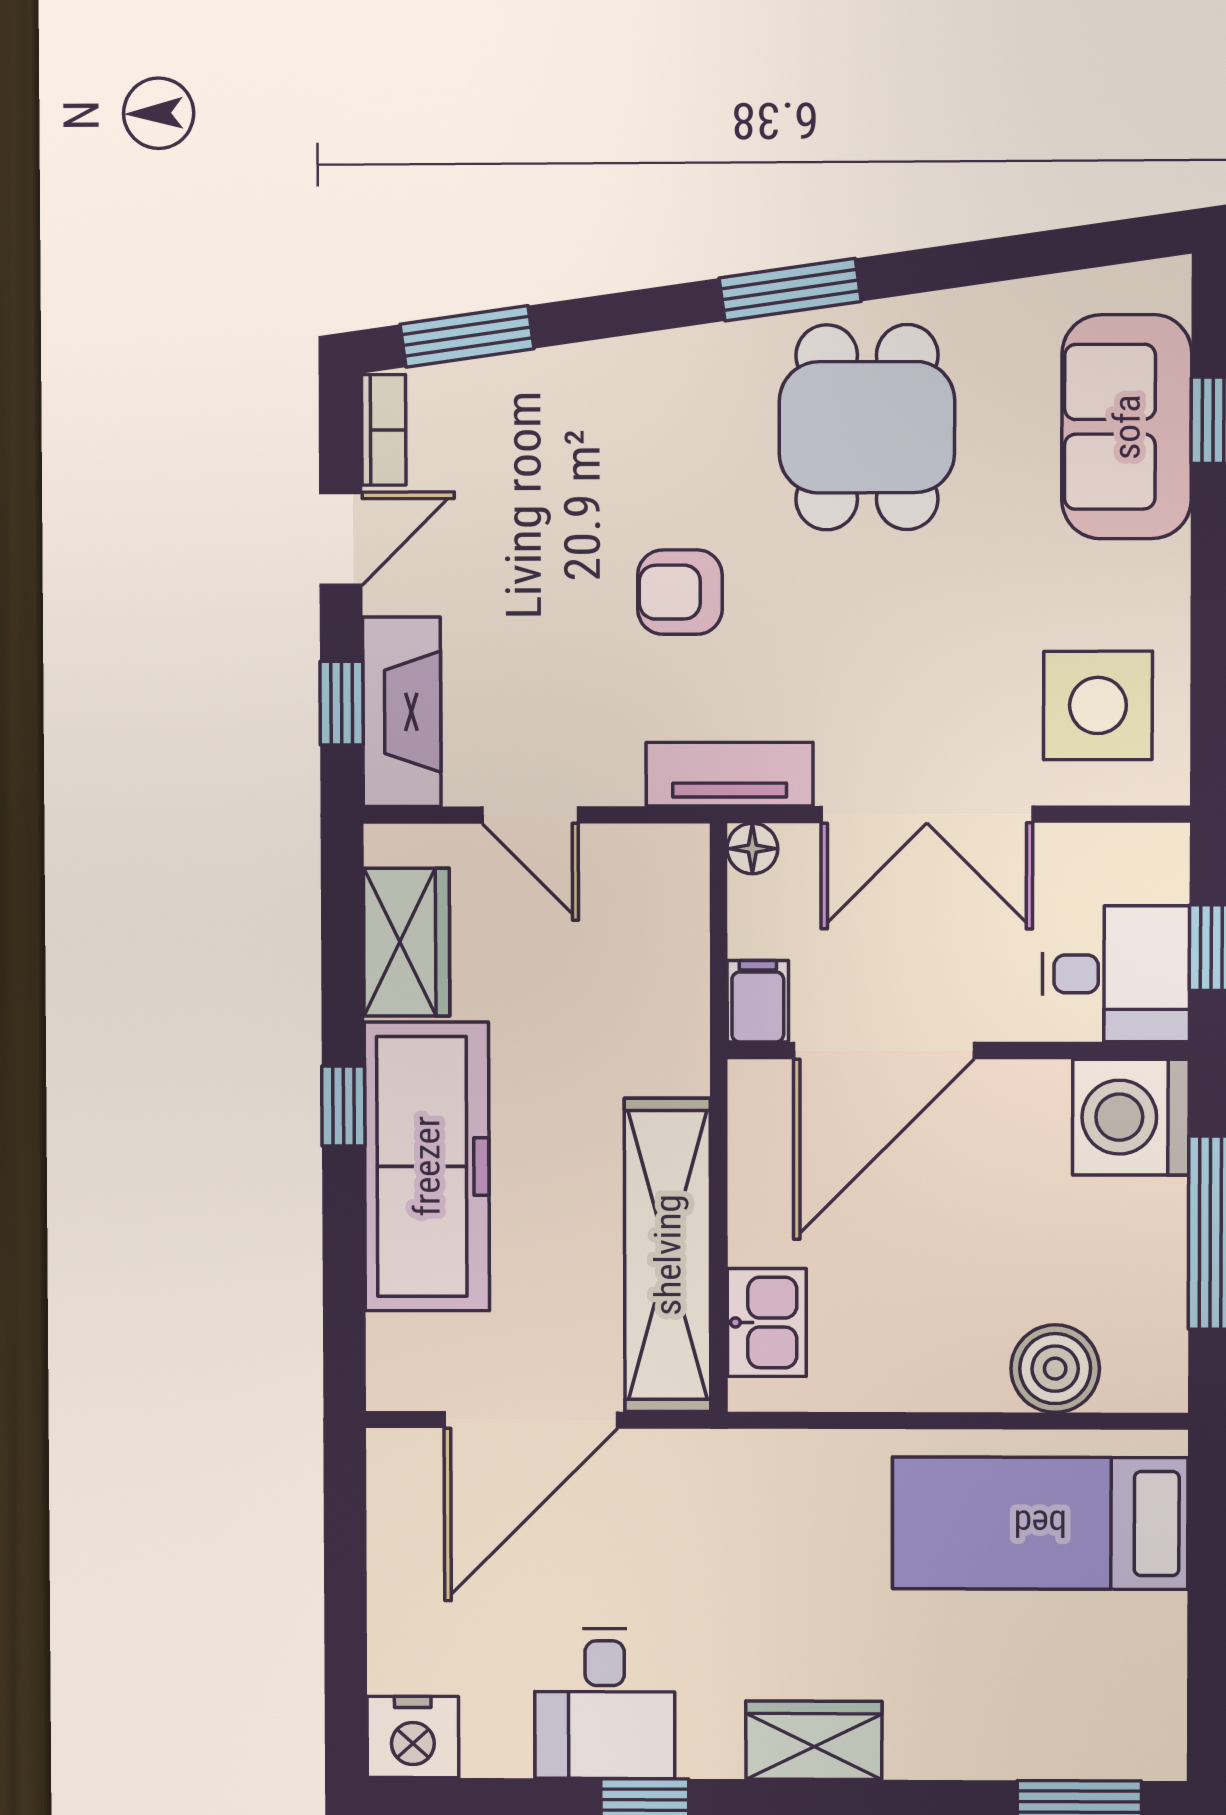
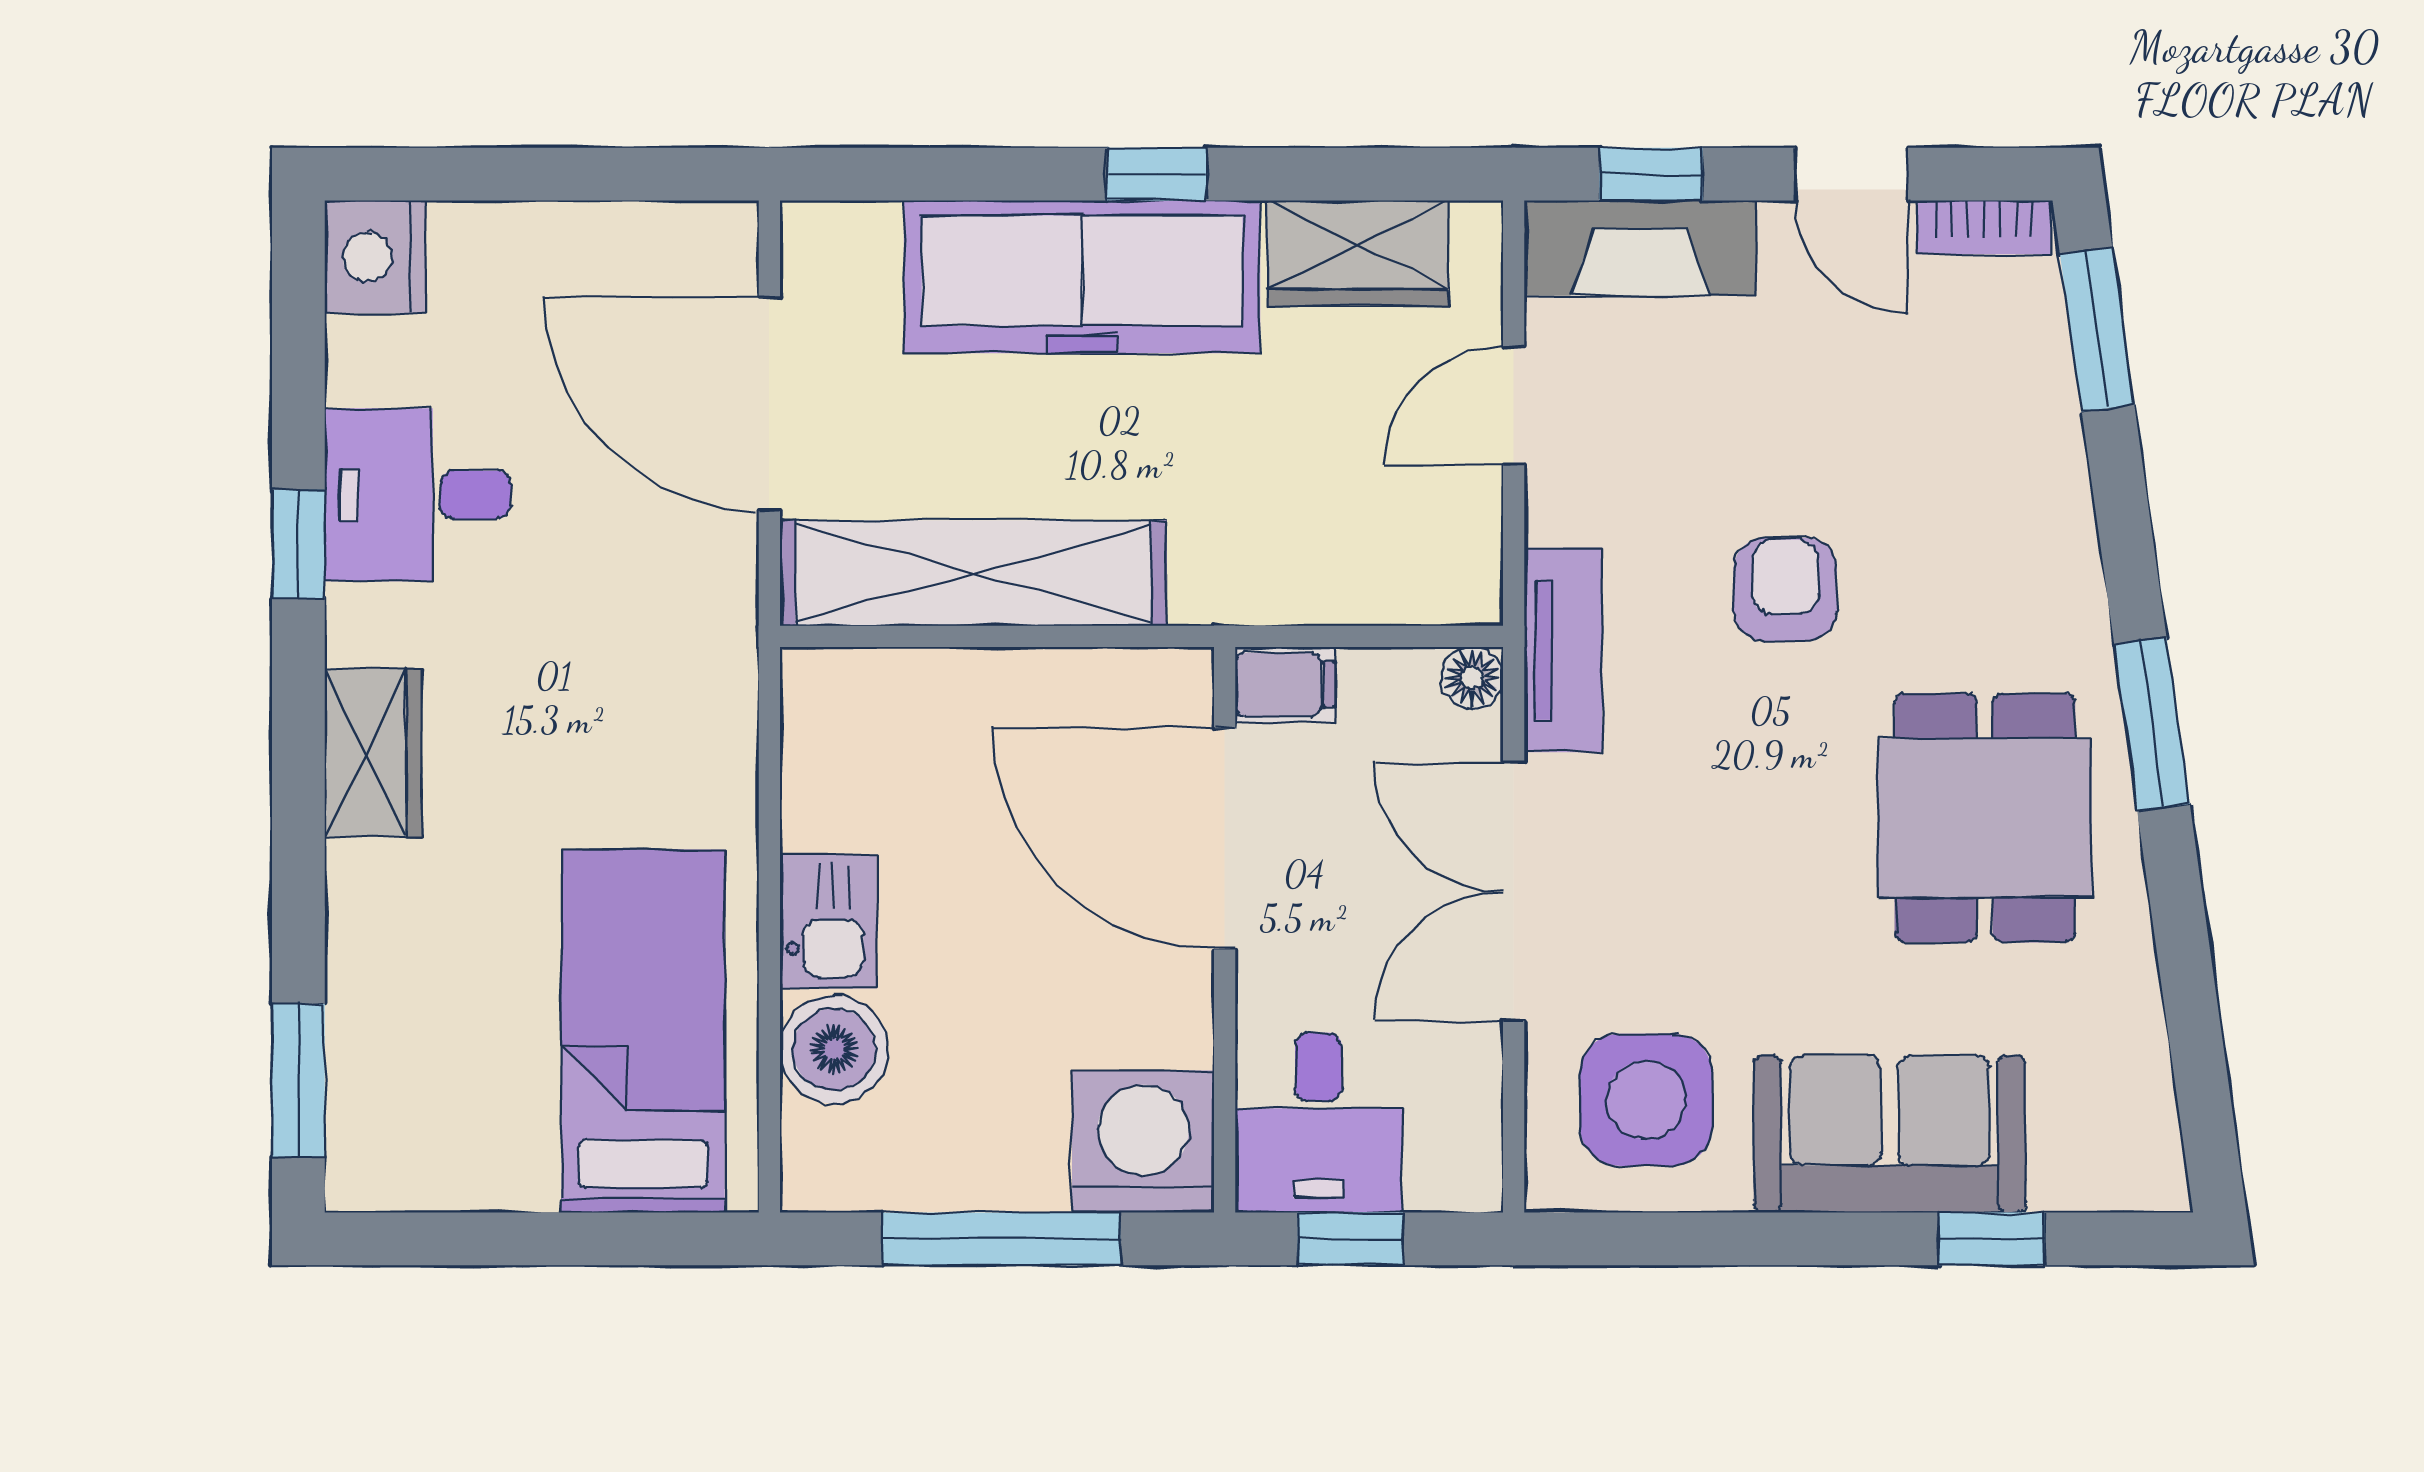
dining table: (867, 427) -> (1985, 818), turned 90
sofa: (1127, 427) -> (1890, 1134), moved
kitchen sink: (767, 1323) -> (828, 922), moved, turned -90

